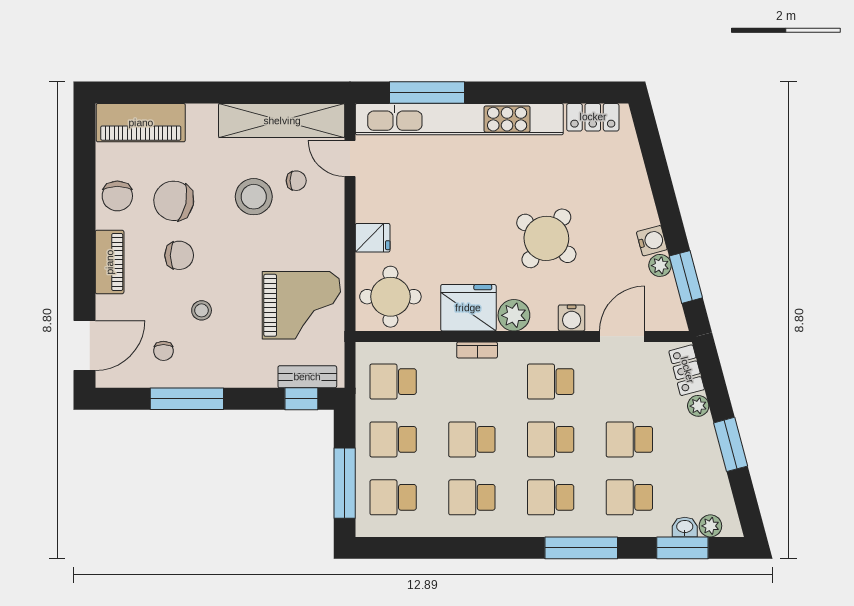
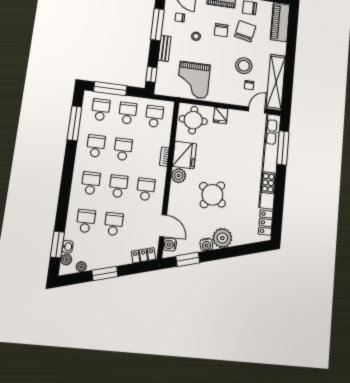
plant: (660, 265) -> (222, 238), moved, width x1.88, depth x1.88
water cooler: (572, 318) -> (170, 245), moved
bench: (307, 377) -> (165, 48), moved
plant: (698, 406) -> (81, 267), moved
window: (581, 548) -> (75, 123), moved

